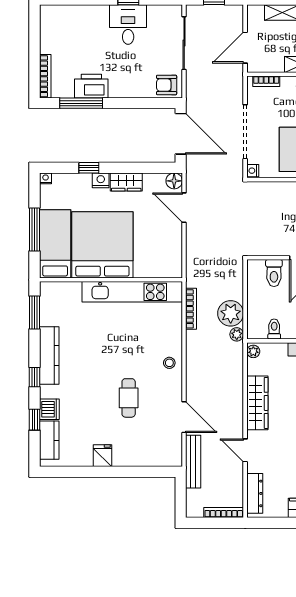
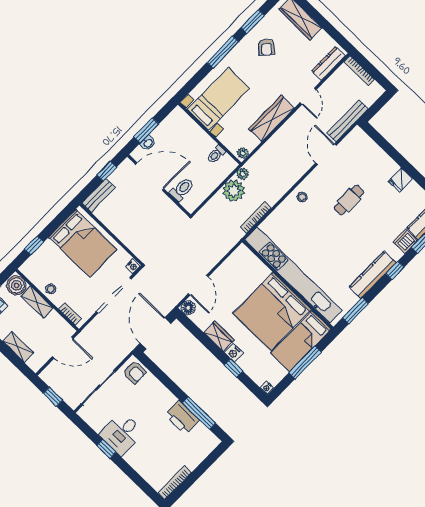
bookcase: (45, 76) -> (175, 483), moved
kitchen unit: (132, 292) -> (293, 275), width x1.36

